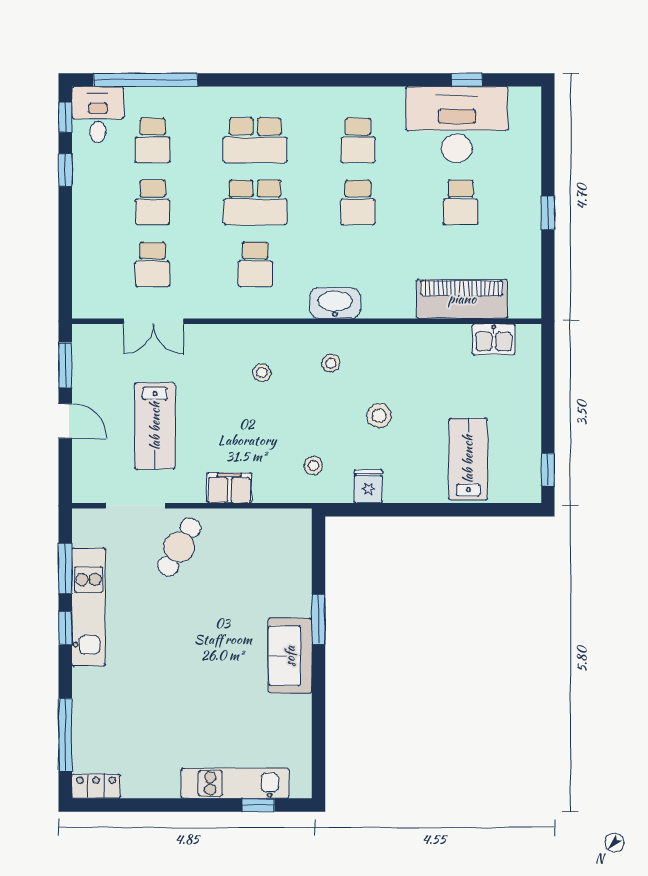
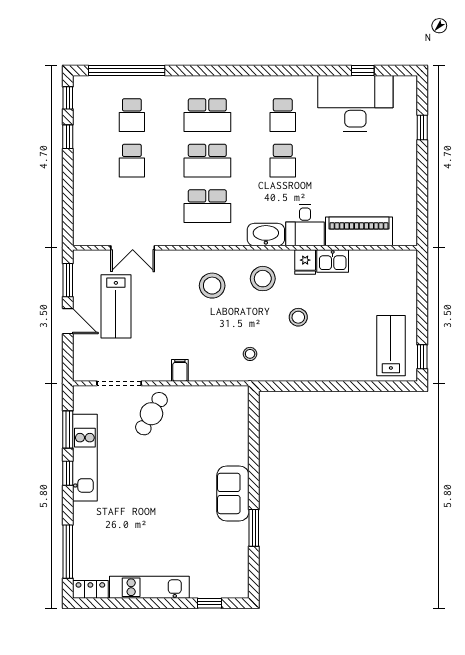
desk: (98, 114) -> (305, 225), moved, turned 180
school desk: (461, 202) -> (358, 161), removed
window: (548, 213) -> (422, 128), moved
school desk: (153, 264) -> (132, 206), removed
school desk: (255, 264) -> (207, 206), width x1.85
kitchen sink: (494, 339) -> (333, 261), moved
stool: (331, 363) -> (263, 279), width x1.89, depth x1.89
stool: (262, 373) -> (212, 286), width x1.89, depth x1.89
lab bench: (155, 426) -> (116, 306), moved
lab bench: (468, 459) -> (391, 346), moved
fridge: (368, 486) -> (305, 262), moved, turned 180
filing cabinet: (229, 488) -> (180, 370), width x0.50
window: (318, 619) -> (254, 528), moved
kitchen unit: (235, 783) -> (149, 587), moved

